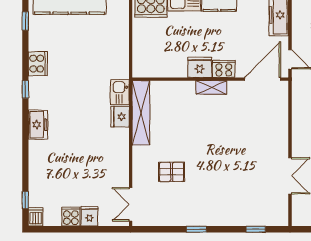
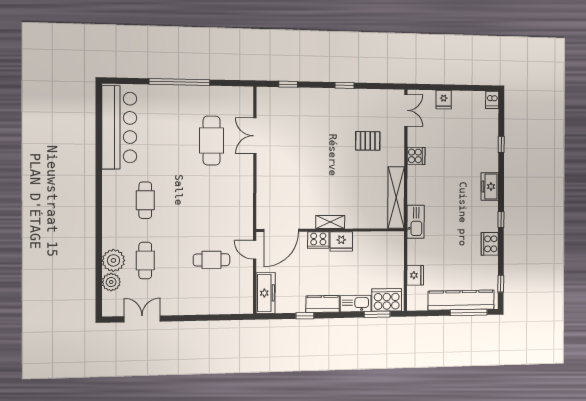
kitchen sink: (120, 92) -> (416, 222), width x1.38
fridge: (120, 117) -> (415, 275), moved
window: (25, 200) -> (501, 144), moved
cooker: (71, 217) -> (416, 156), moved, turned -90

